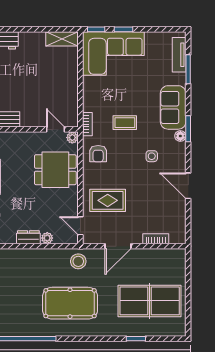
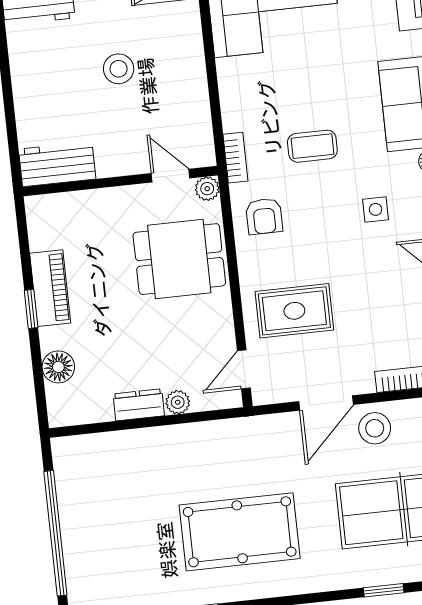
stool: (36, 76) -> (119, 69), added
door: (80, 226) -> (244, 369), hinge flipped
stool: (78, 261) -> (375, 428), moved

